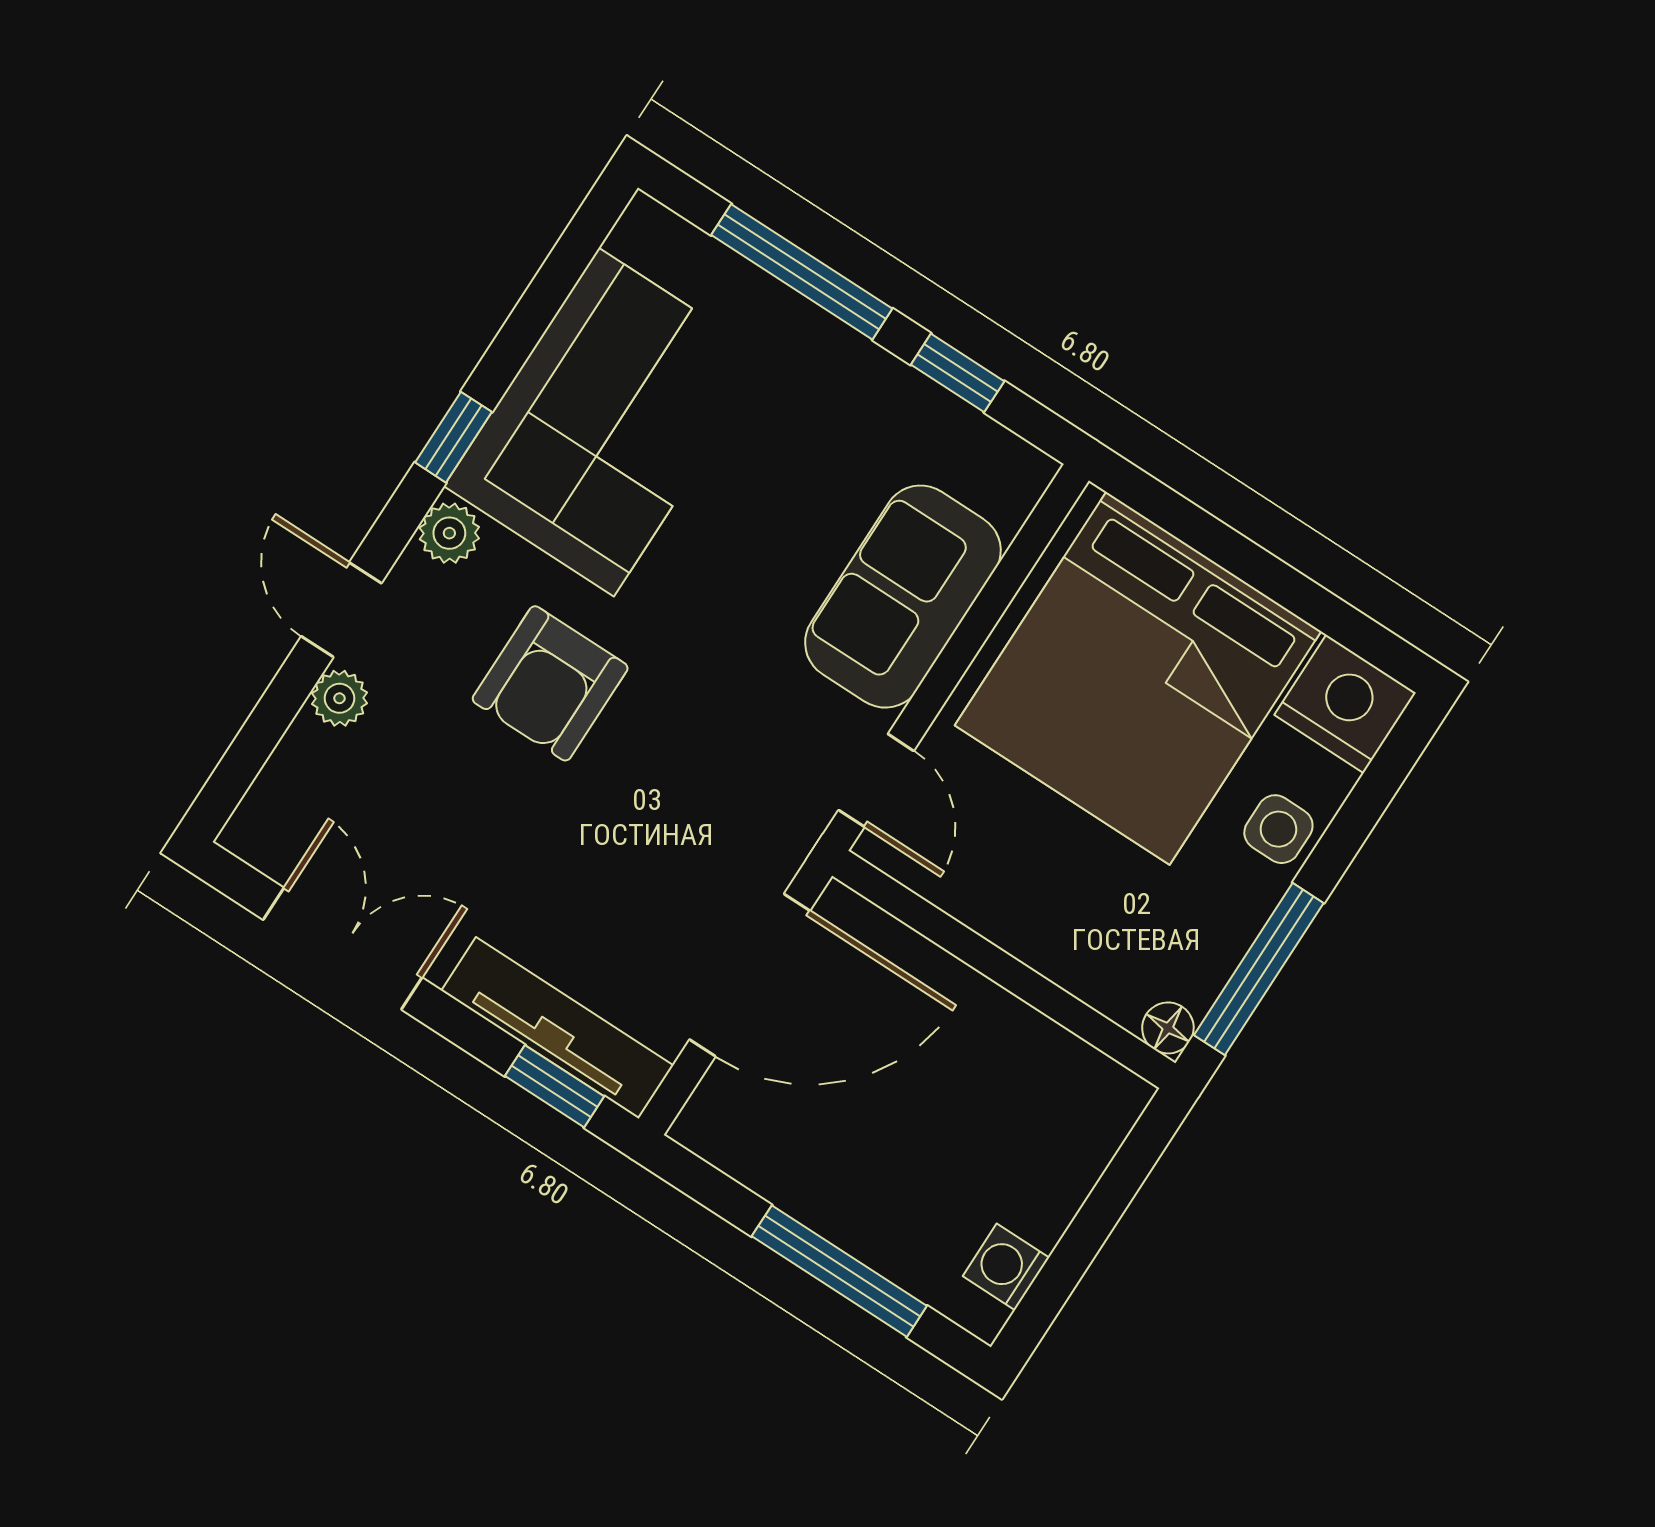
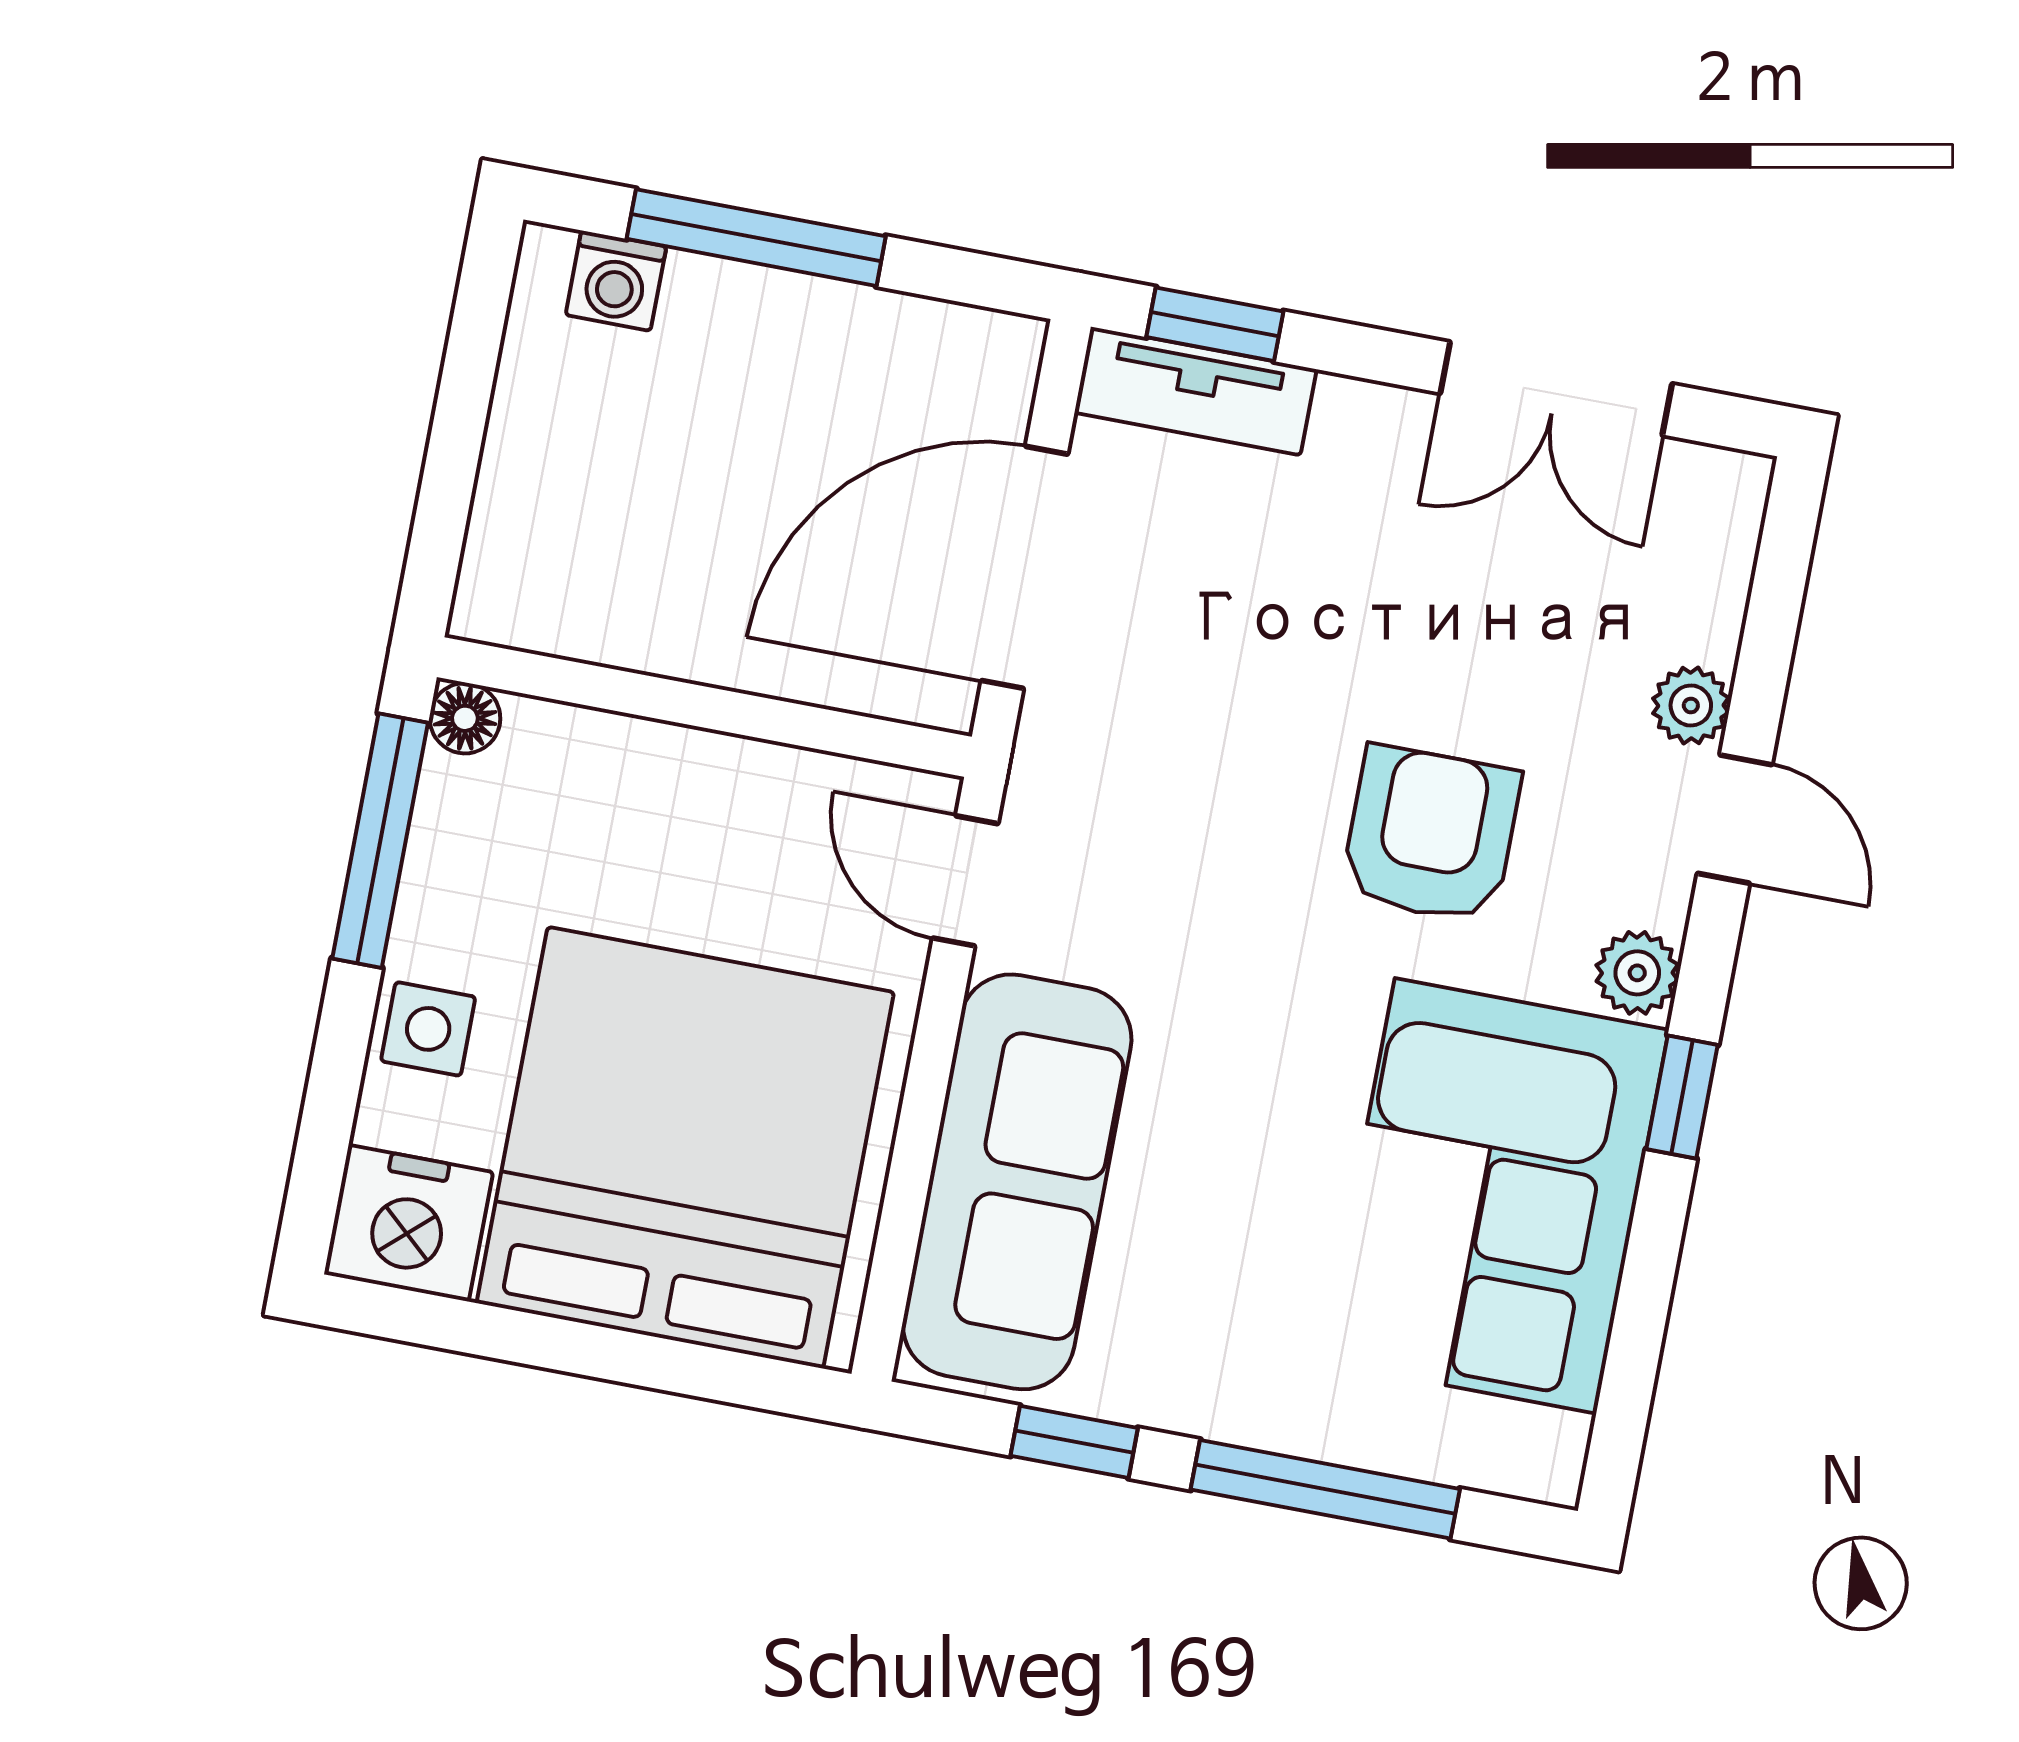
sofa: (903, 597) -> (1017, 1182), width x1.36
tv unit: (557, 1028) -> (1195, 391), width x0.71
washing machine: (1006, 1267) -> (616, 281), moved, turned 90

